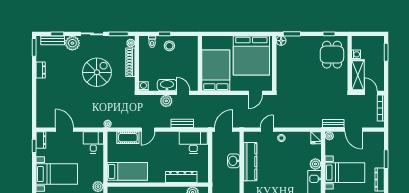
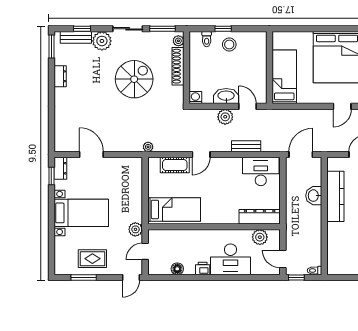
bed: (216, 70) -> (284, 77), width x0.67
desk: (93, 142) -> (129, 171), removed
dresser: (181, 177) -> (260, 217), moved

